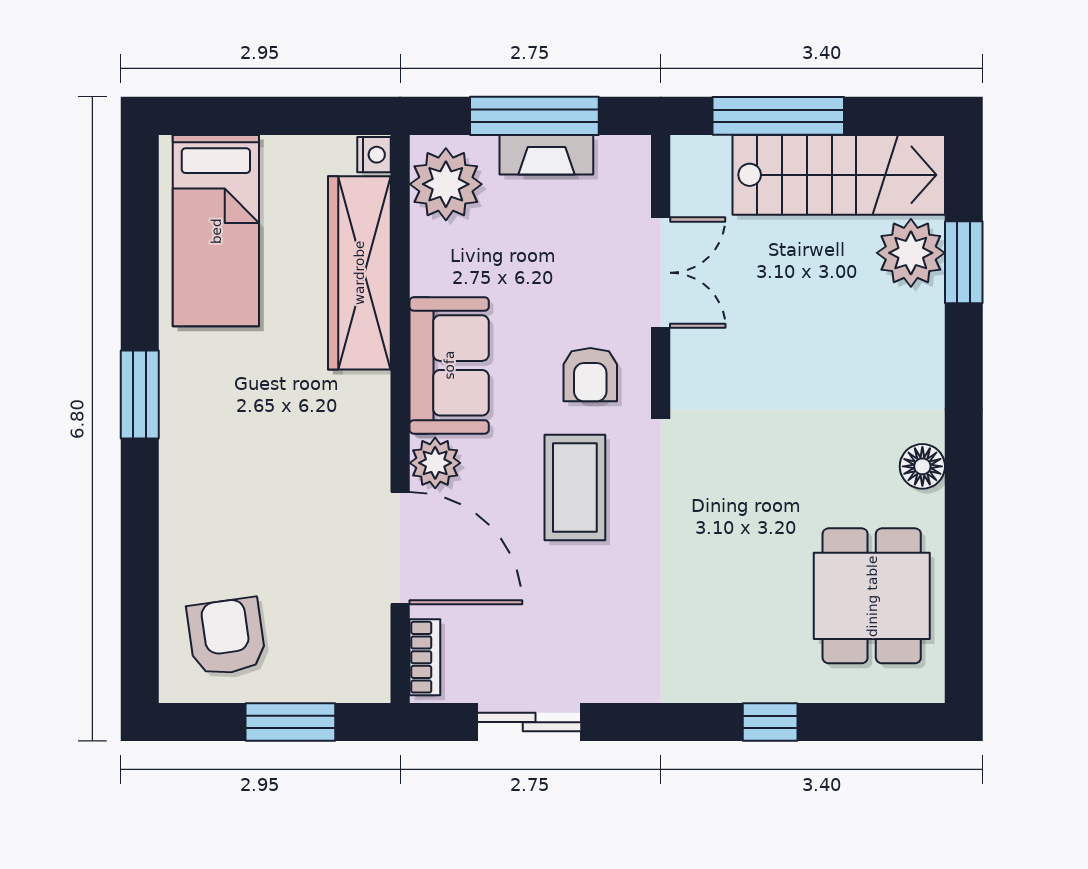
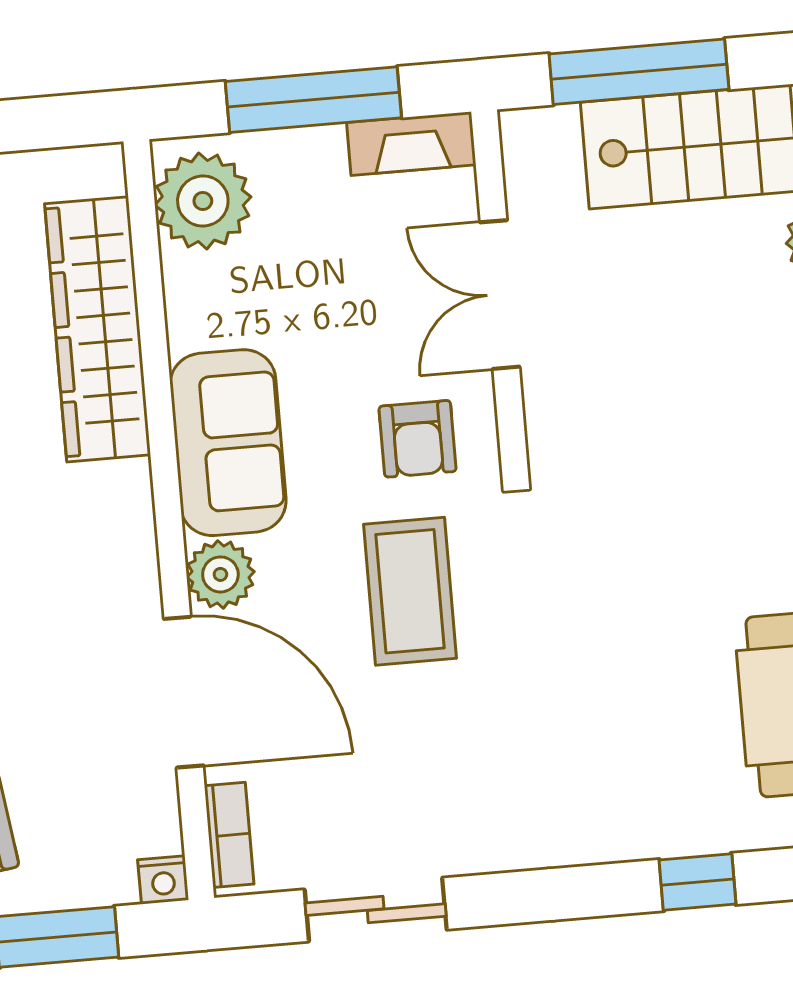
nightstand: (374, 155) -> (163, 880), moved, turned 90
fireplace: (546, 155) -> (411, 144), moved
double door: (661, 273) -> (500, 295), swing flipped

